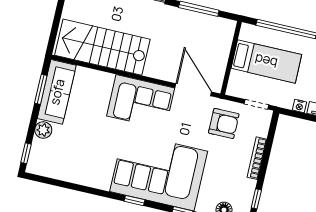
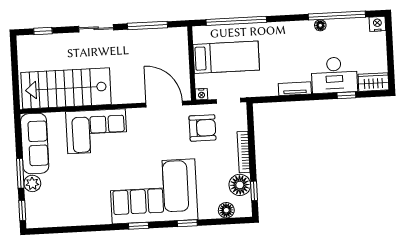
window: (41, 89) -> (20, 173), moved
corner sofa: (141, 102) -> (96, 131), moved
nightstand: (299, 106) -> (201, 94), moved
floor lamp: (244, 189) -> (240, 185), added

